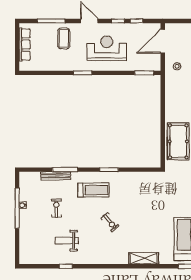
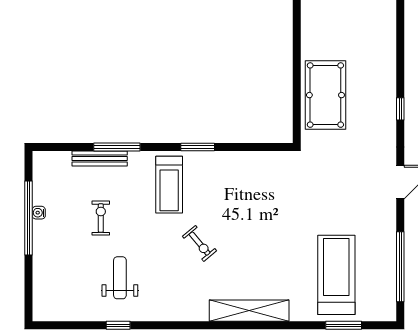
treadmill: (93, 190) -> (169, 185), turned 90
weight bench: (67, 241) -> (120, 278), turned 90
shelving: (144, 258) -> (249, 311), width x1.47

